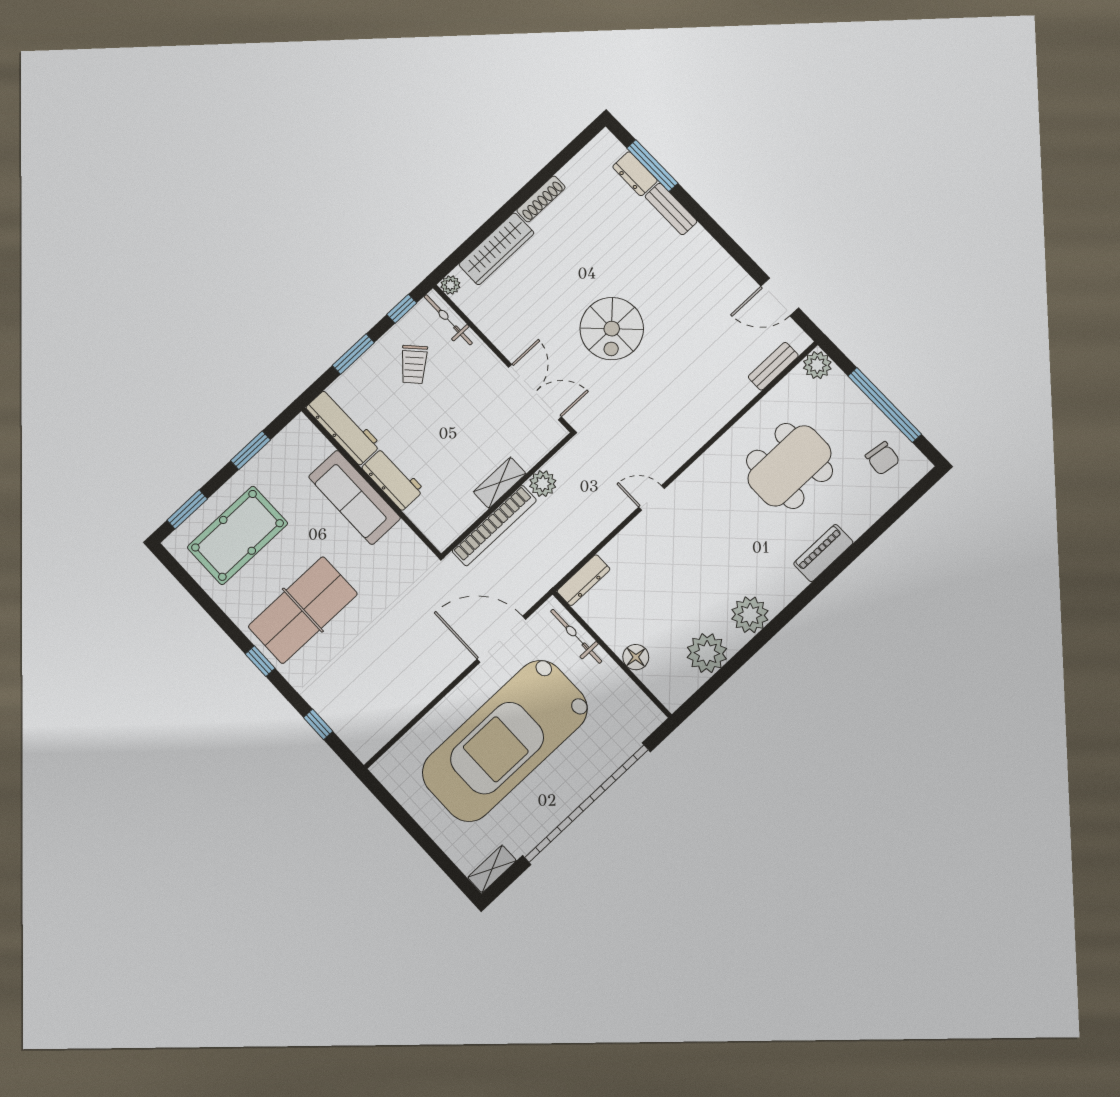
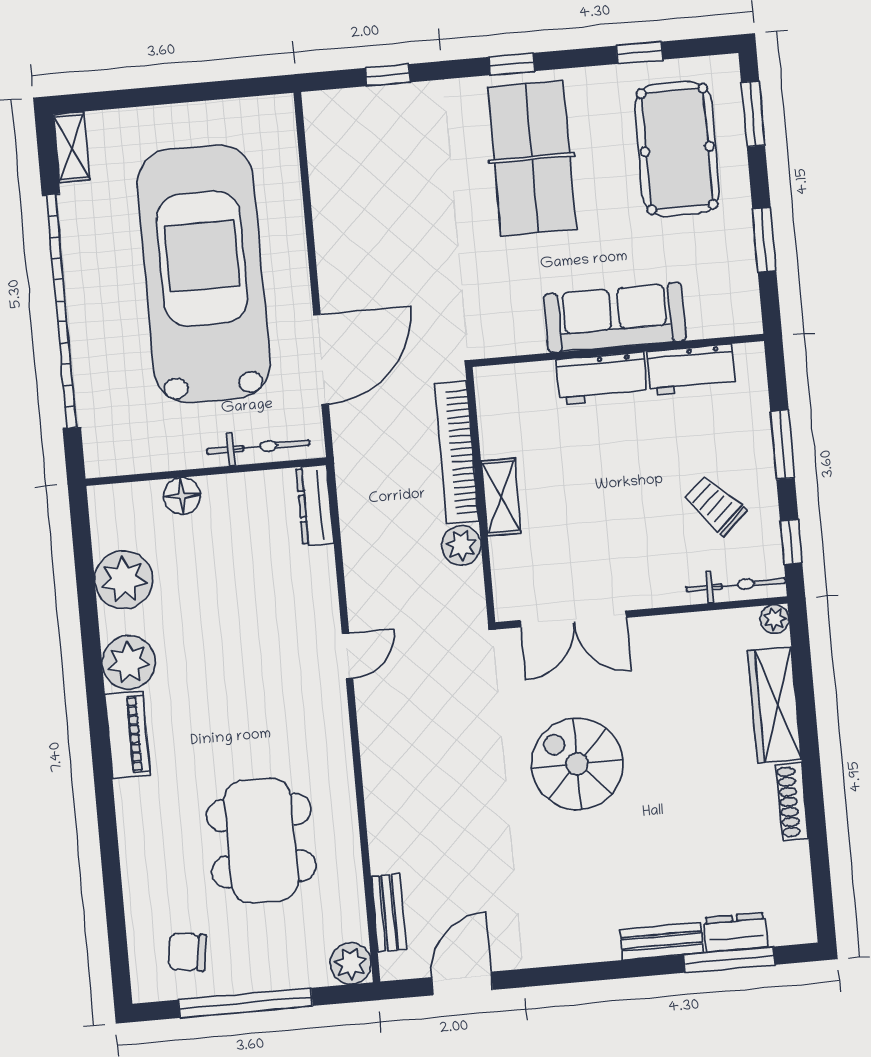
workbench: (343, 426) -> (691, 370), width x0.73
piano: (823, 553) -> (127, 735), moved
window: (201, 596) -> (640, 53), added

